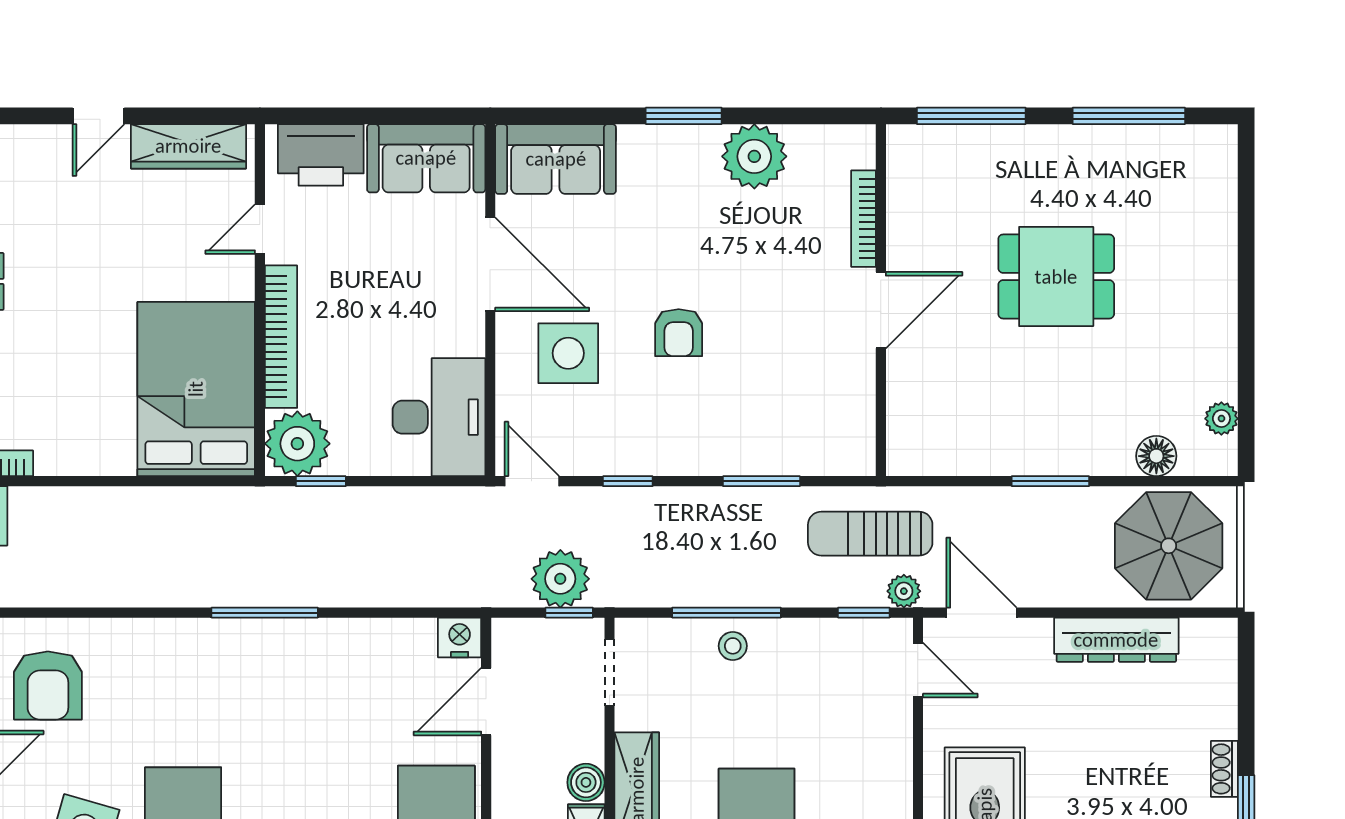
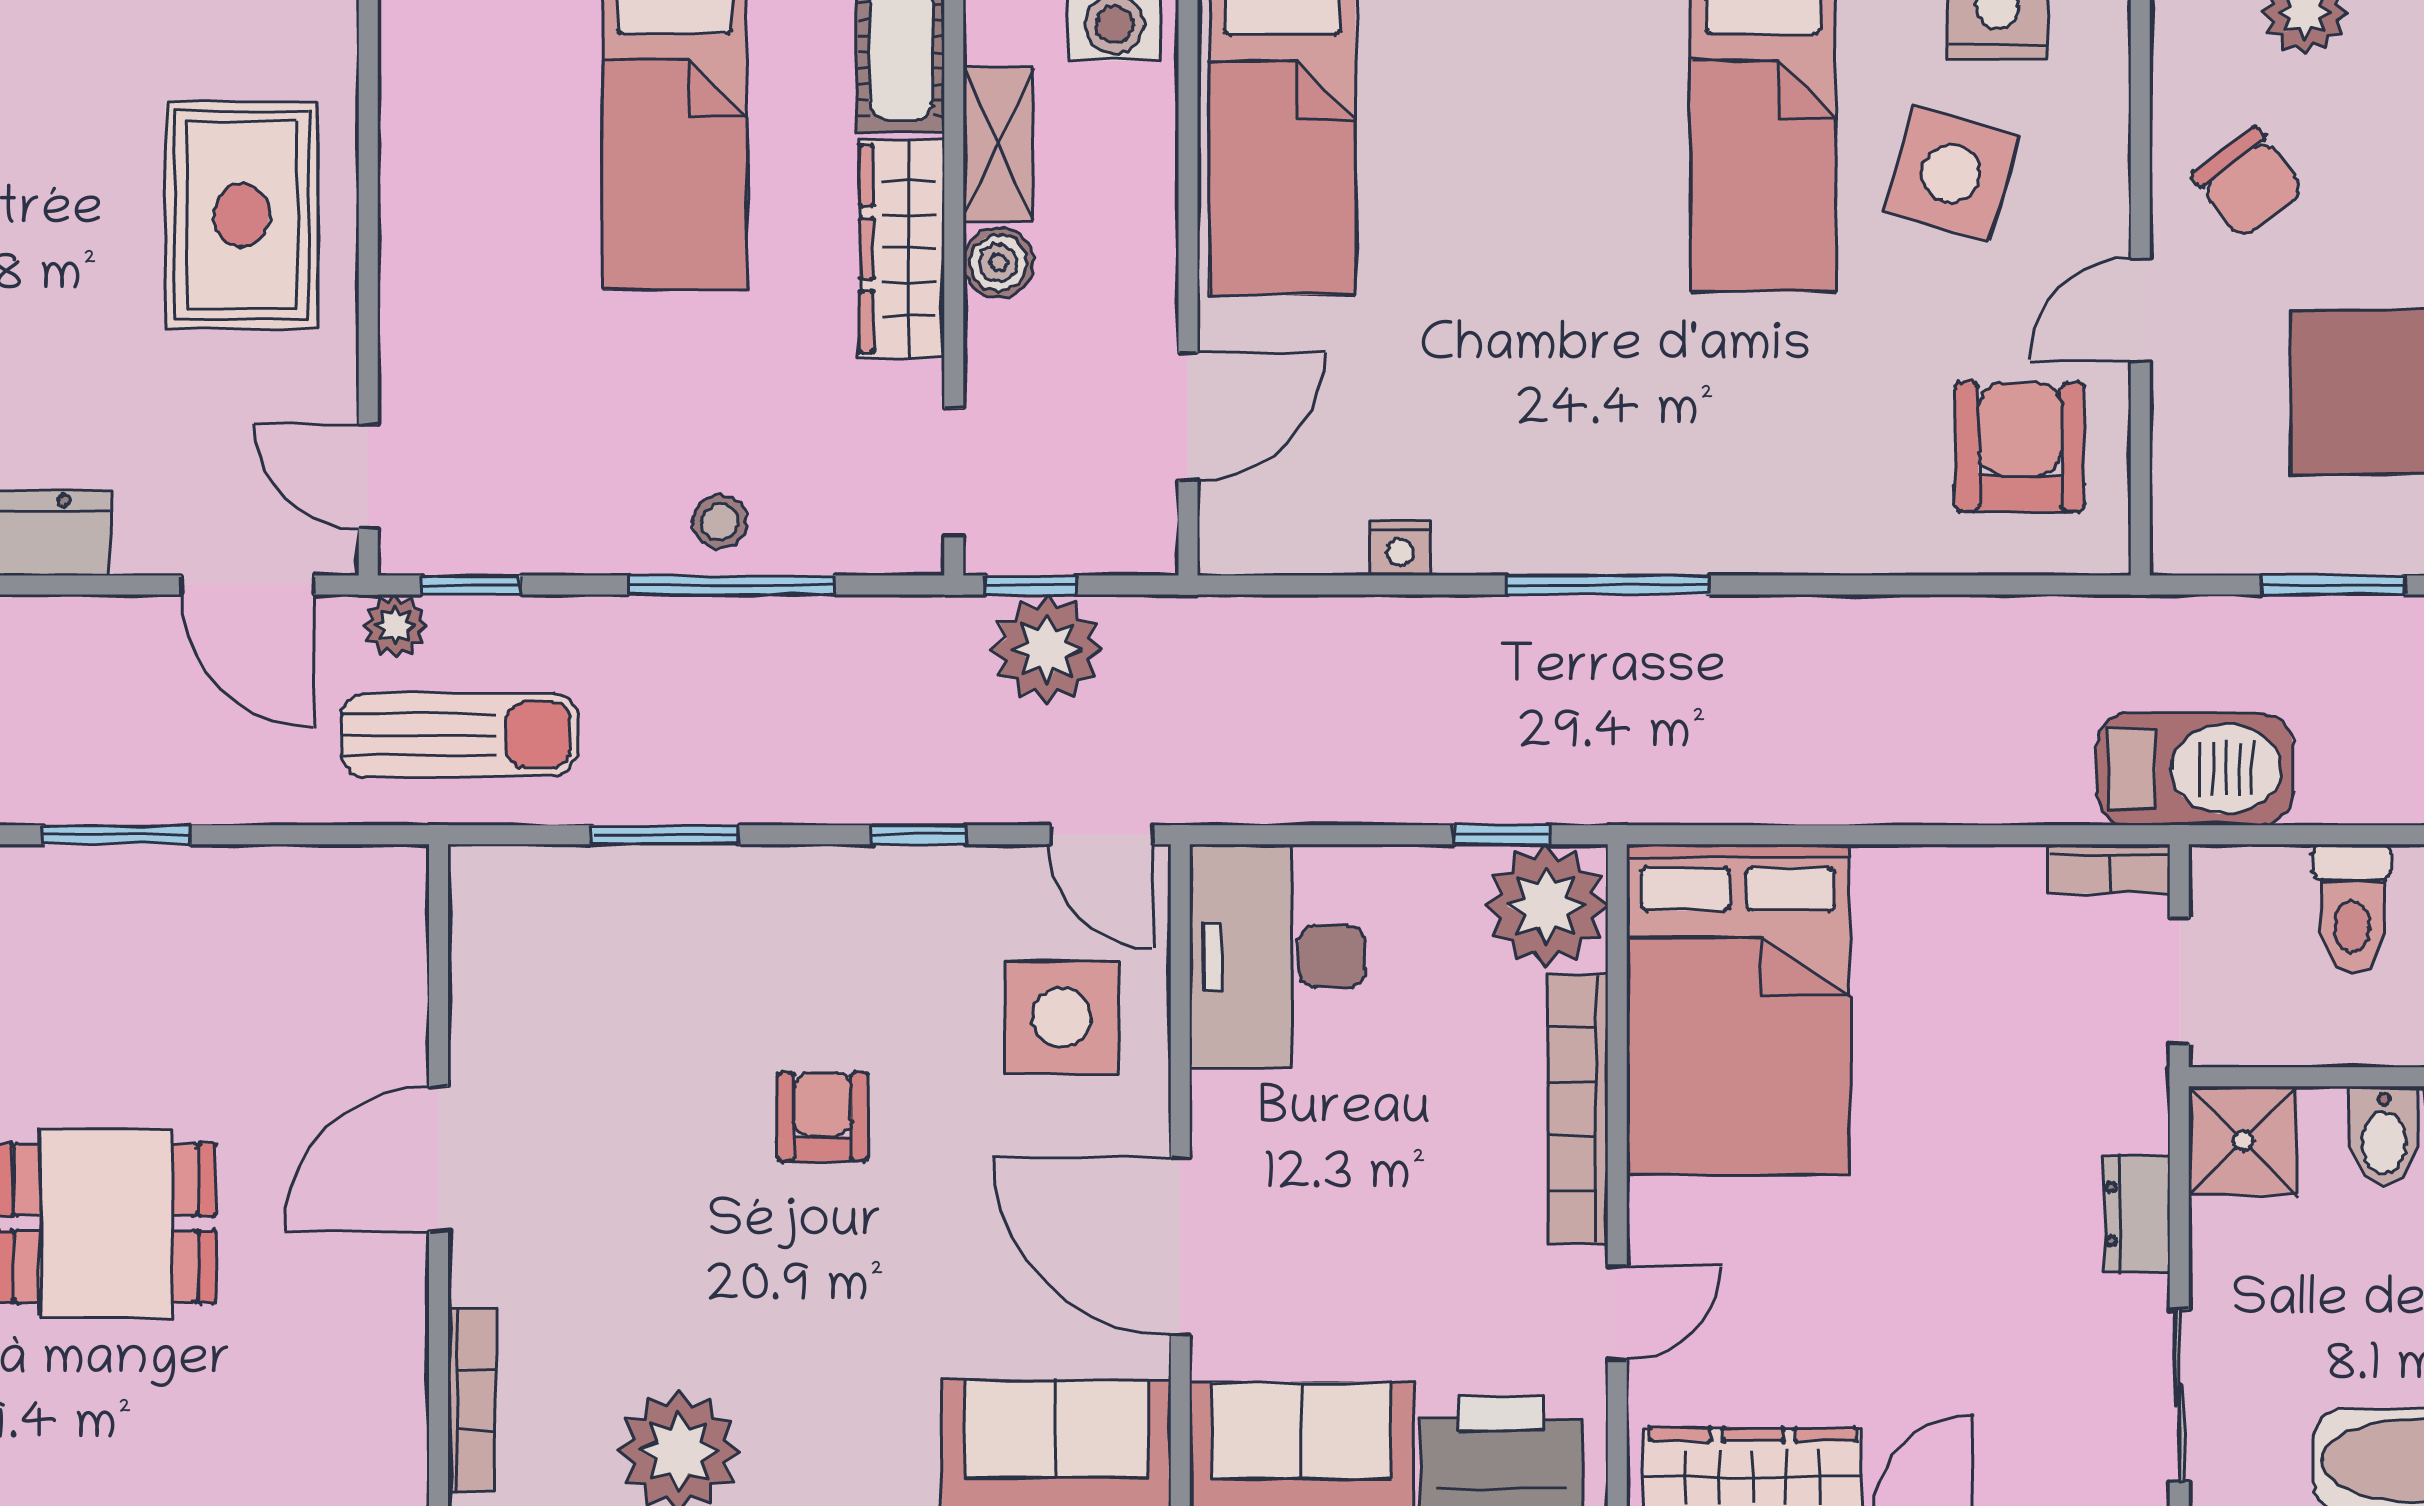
bookcase: (864, 219) -> (471, 1400), moved
side table: (568, 353) -> (1062, 1018), moved
nightstand: (460, 638) -> (1400, 548), moved, width x0.72, depth x0.74

